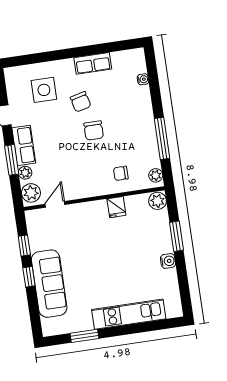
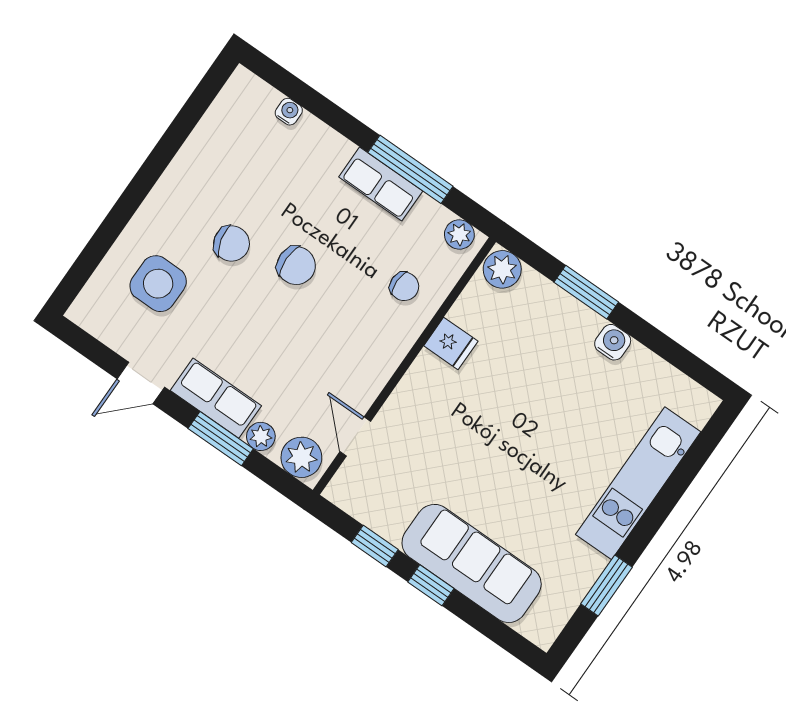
row of seats: (93, 63) -> (381, 184), moved, turned 90
chair: (121, 173) -> (404, 286), turned -90

